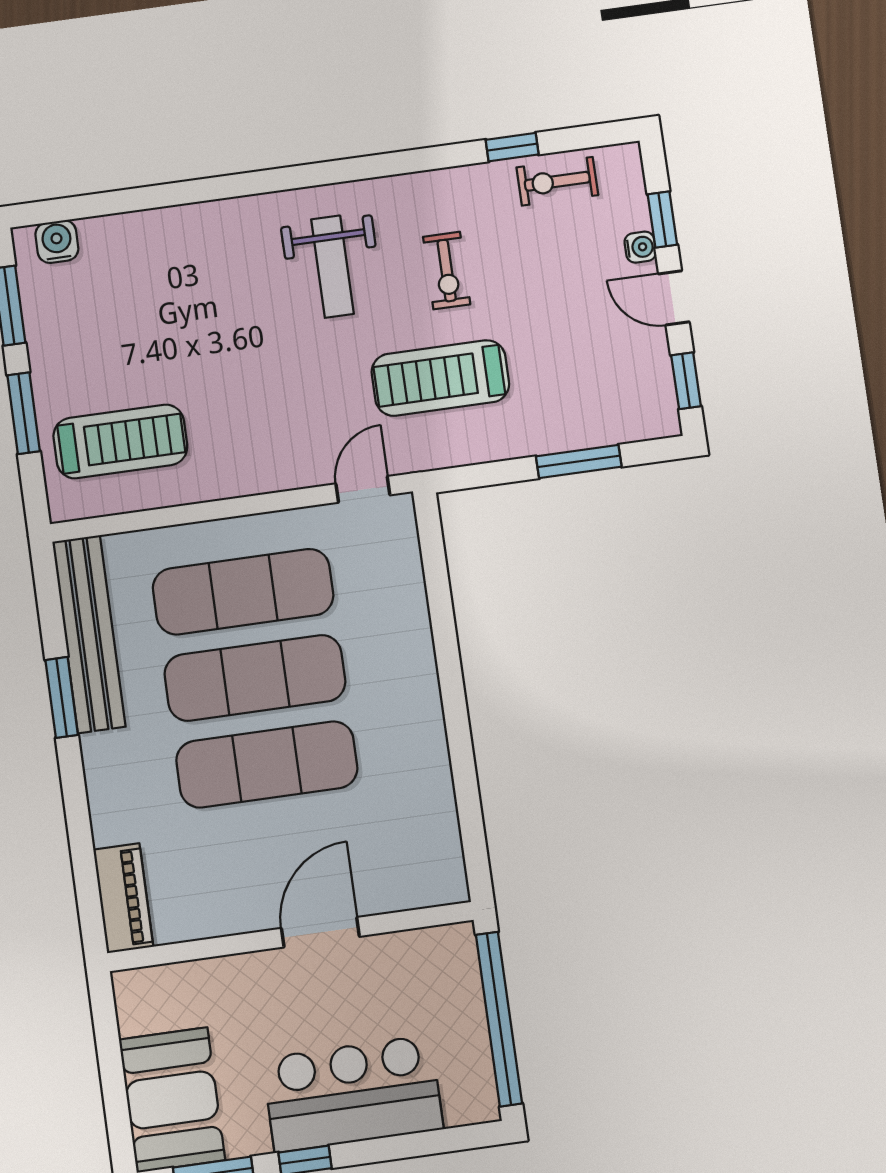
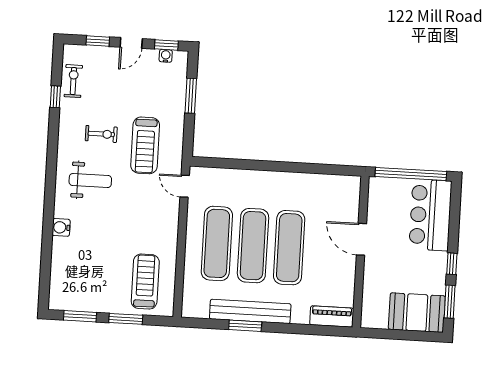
exercise bike: (557, 181) -> (73, 81), turned 180
water cooler: (57, 242) -> (61, 227), moved
water cooler: (640, 247) -> (166, 56), moved
bench: (89, 634) -> (250, 311), moved
bar counter: (353, 1094) -> (430, 215), moved

